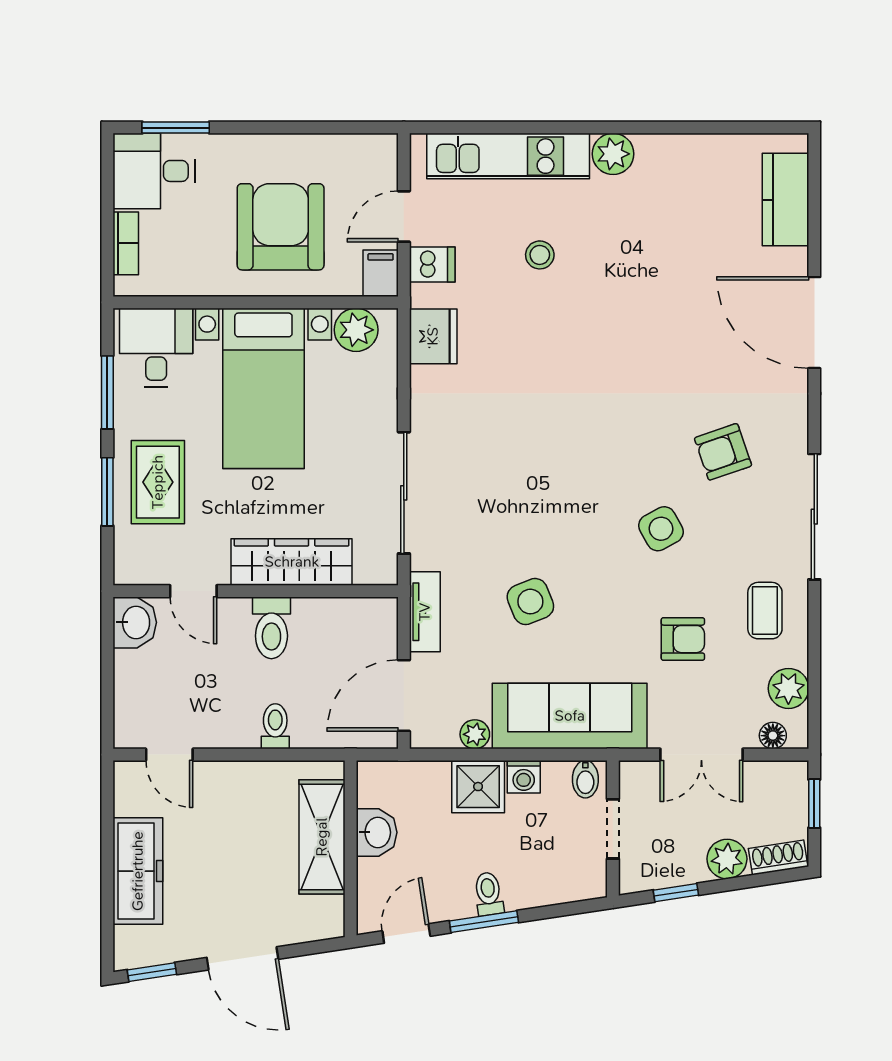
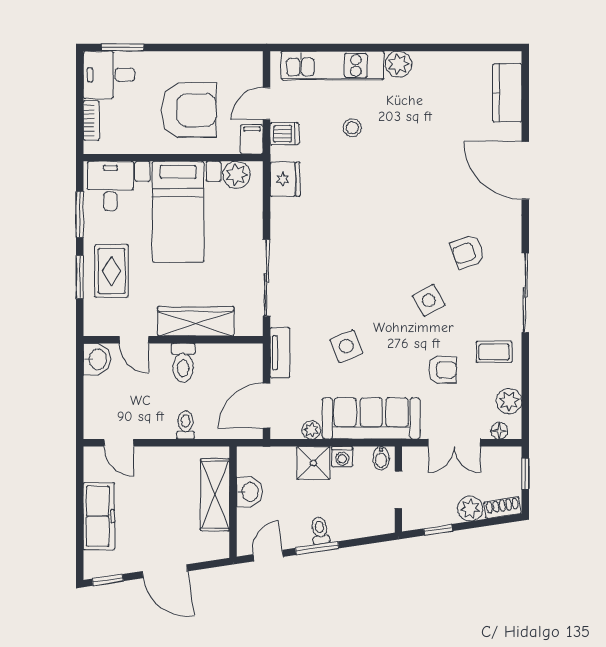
armchair: (281, 227) -> (189, 110), turned 90
coffee table: (765, 611) -> (494, 352), turned 90

